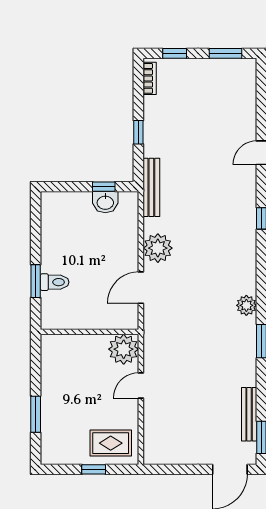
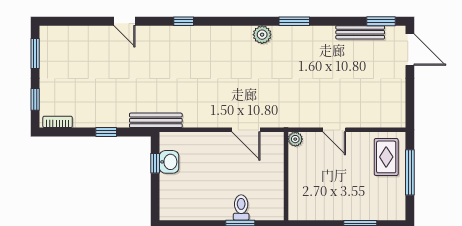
plant: (158, 248) -> (210, 115), removed
plant: (124, 349) -> (295, 139), width x0.53, depth x0.53
window: (94, 469) -> (410, 172), width x2.17

